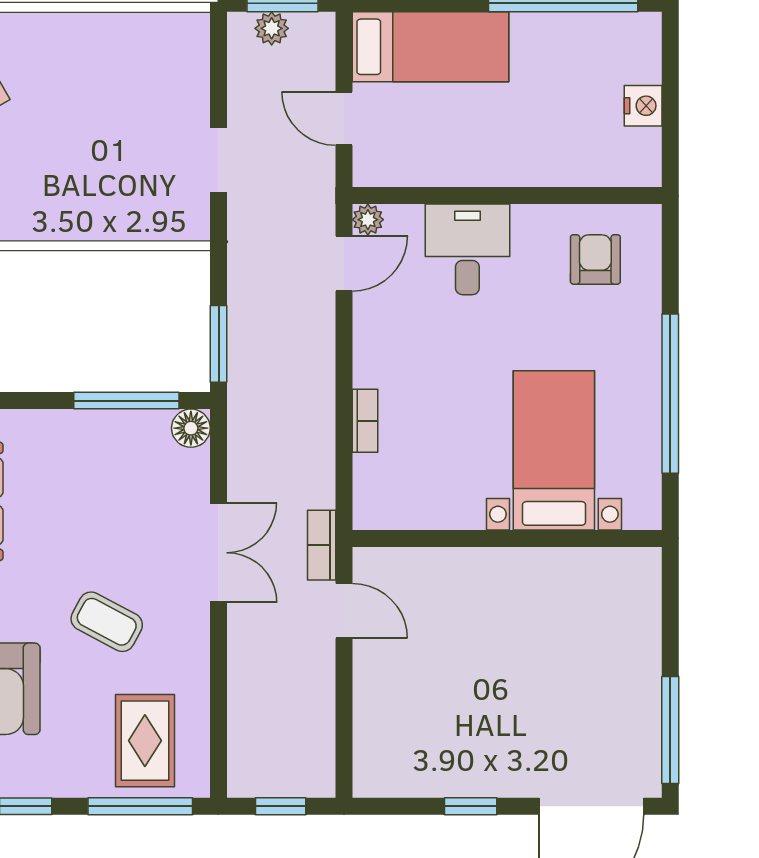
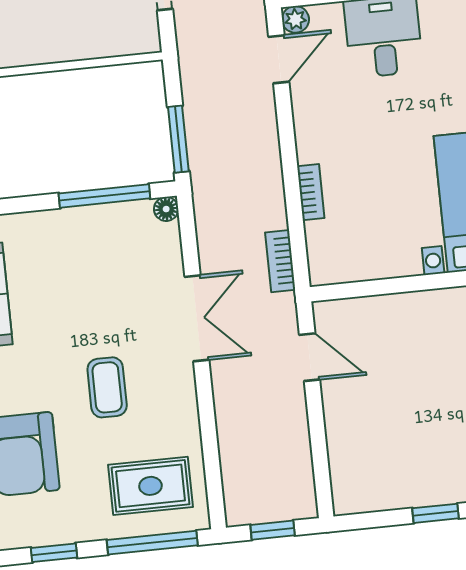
floor lamp: (191, 428) -> (166, 209), width x0.73, depth x0.73
bookcase: (322, 545) -> (280, 261), moved
coffee table: (107, 622) -> (107, 387), turned 62
rug: (145, 741) -> (150, 486), turned 90

